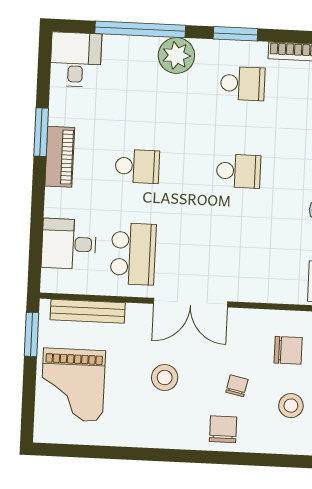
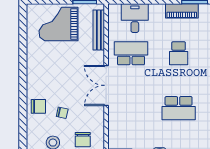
school desk: (239, 171) -> (179, 108), width x1.85
school desk: (133, 254) -> (131, 53), turned 180
stool: (165, 378) -> (65, 73), removed

